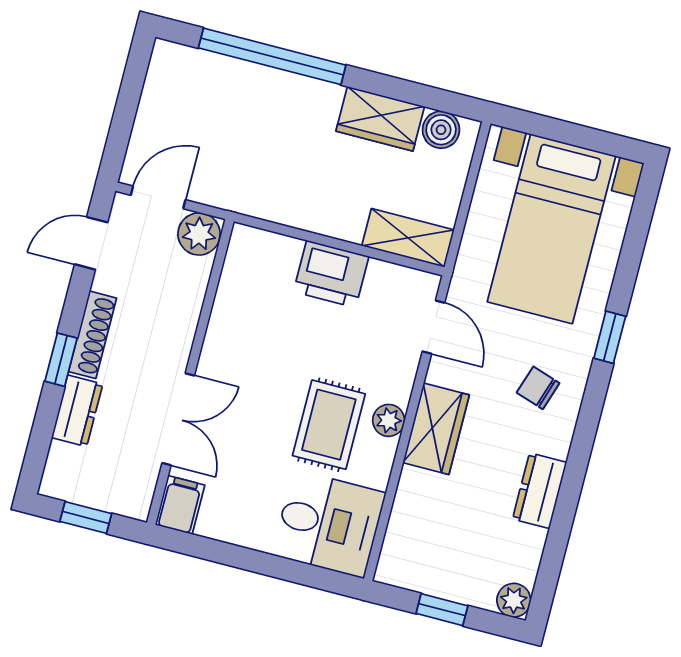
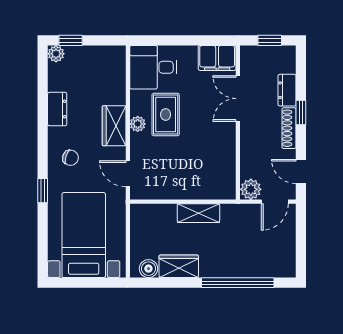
shelving: (408, 238) -> (198, 213), moved
door: (91, 243) -> (301, 172), swing flipped
printer: (331, 274) -> (183, 186), removed
filing cabinet: (180, 505) -> (217, 58), width x2.00
window: (442, 610) -> (71, 40), moved

